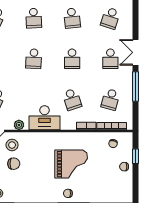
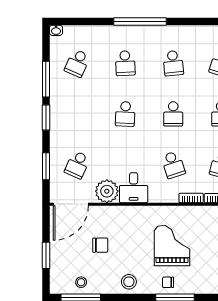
desk: (45, 118) -> (134, 188), width x0.73
plant: (19, 125) -> (107, 191), width x1.88, depth x1.88
stool: (12, 145) -> (129, 282), moved
grand piano: (71, 164) -> (172, 246), turned -90

